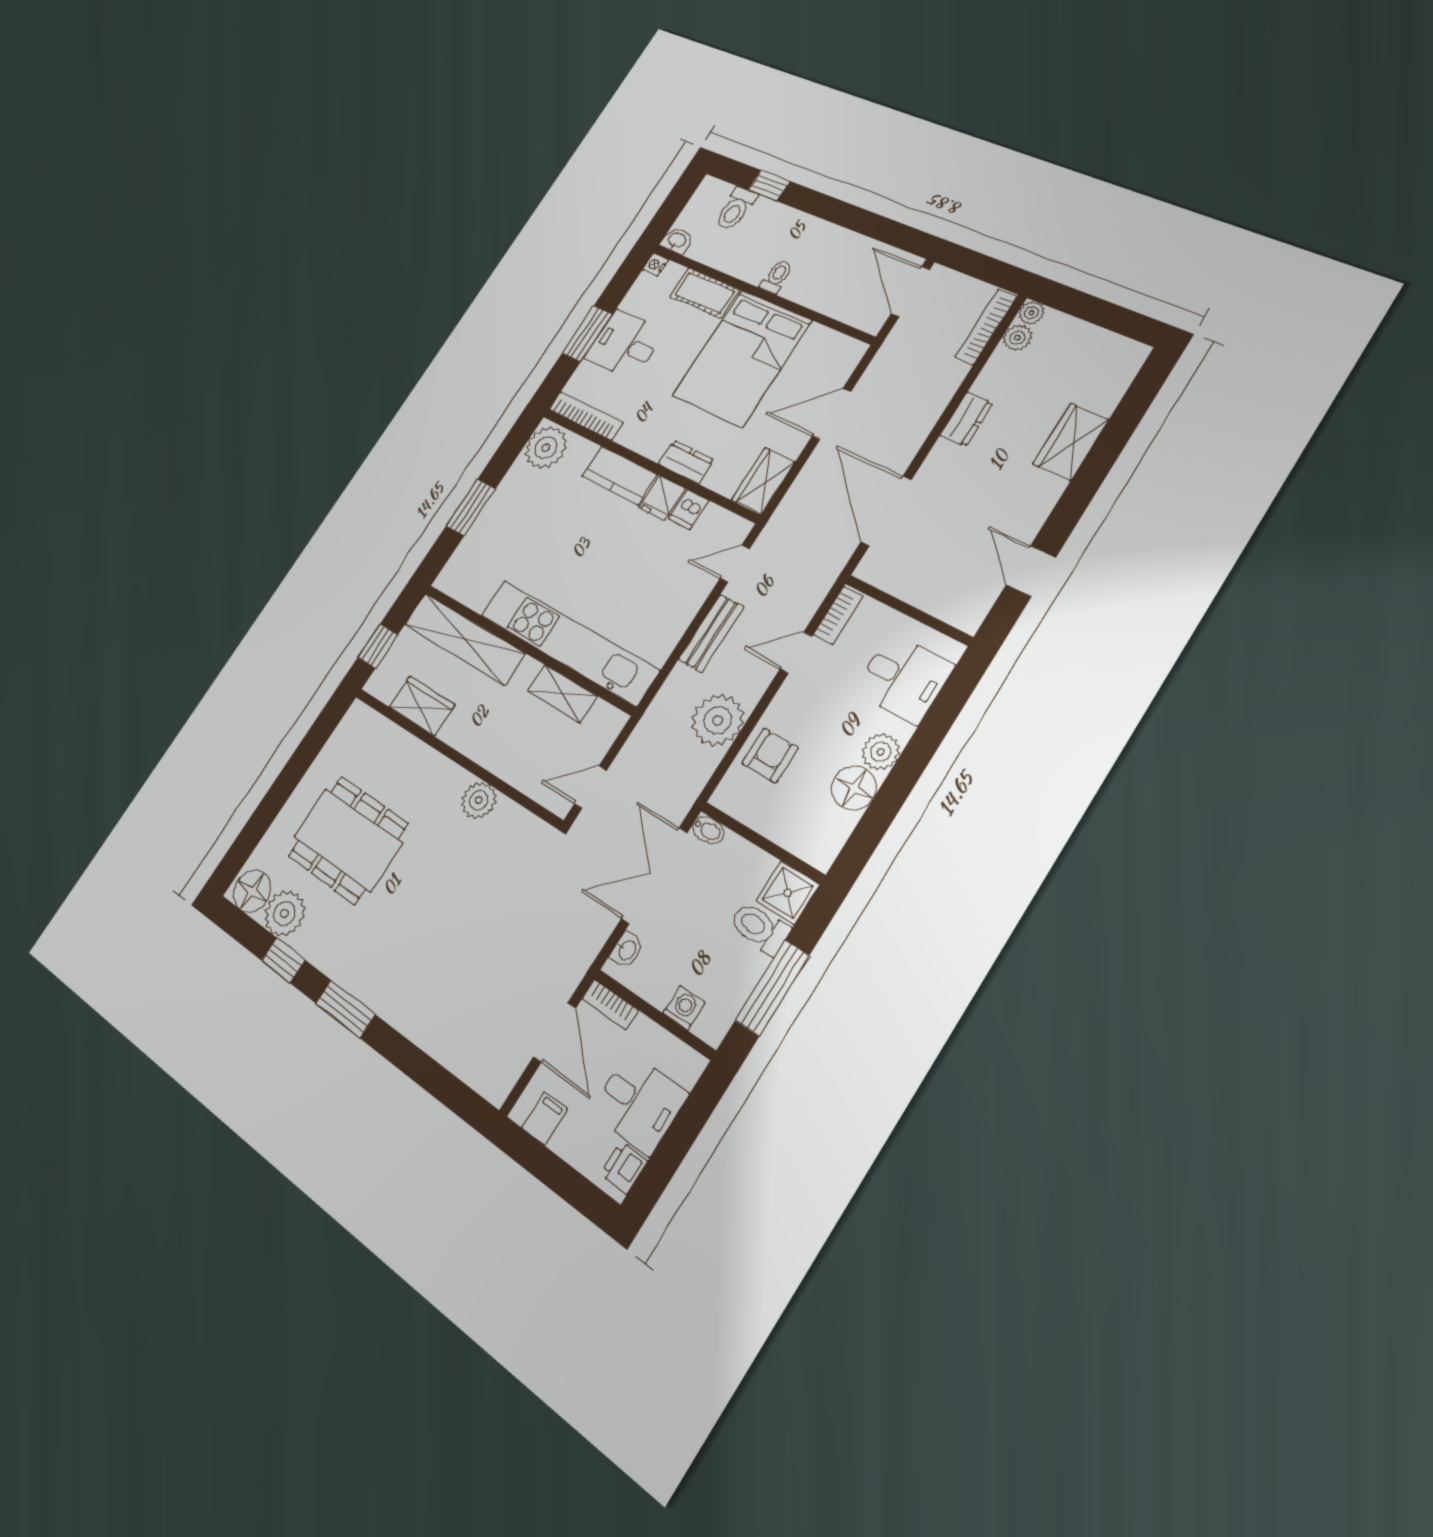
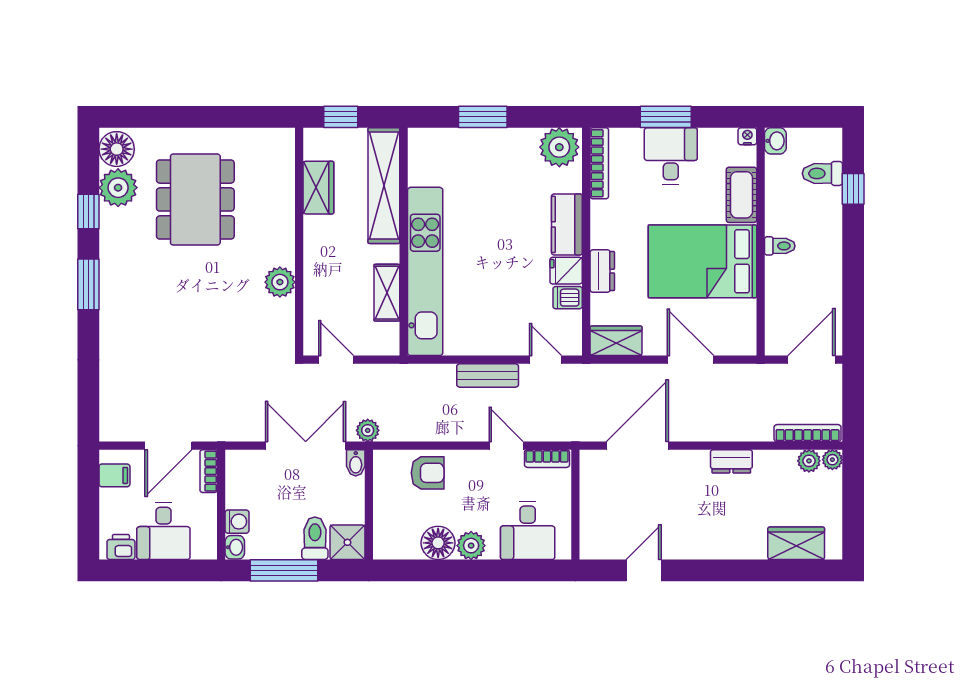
wardrobe: (1071, 442) -> (796, 543), moved
plant: (718, 720) -> (368, 430), moved, width x0.53, depth x0.53
washbasin: (627, 950) -> (235, 547), moved, turned -90

